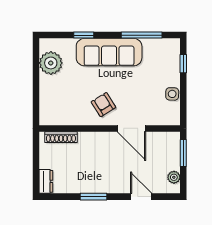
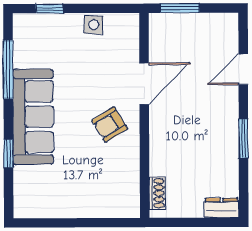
plant: (51, 63) -> (49, 201), removed
shoe rack: (61, 137) -> (157, 193), width x0.70
plant: (174, 177) -> (215, 22), removed

